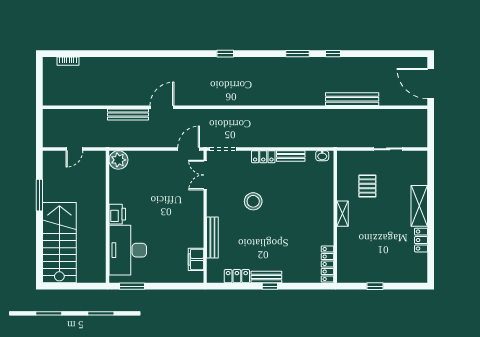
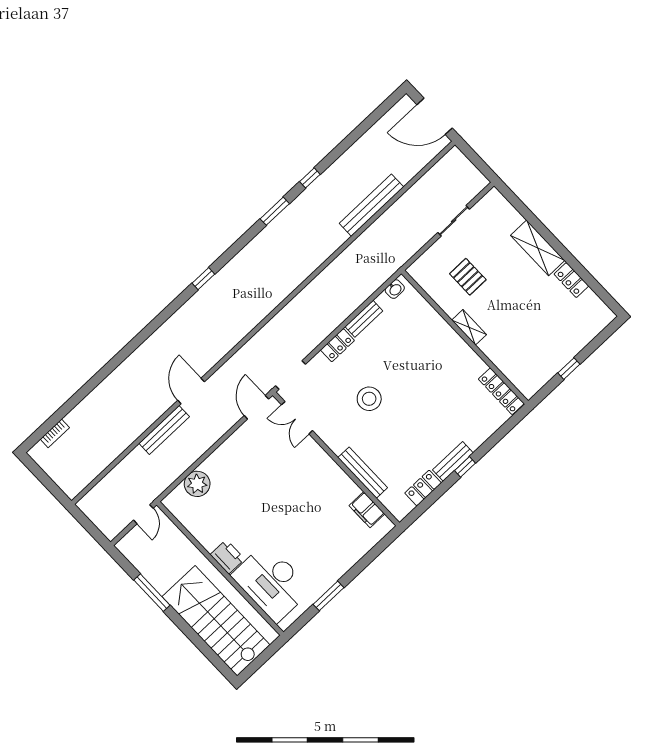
printer: (117, 214) -> (227, 557), moved
wall: (107, 217) -> (220, 568), moved
desk: (128, 250) -> (271, 583), moved

